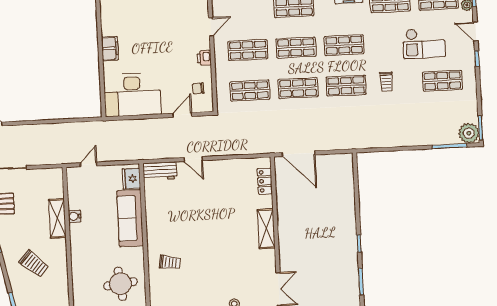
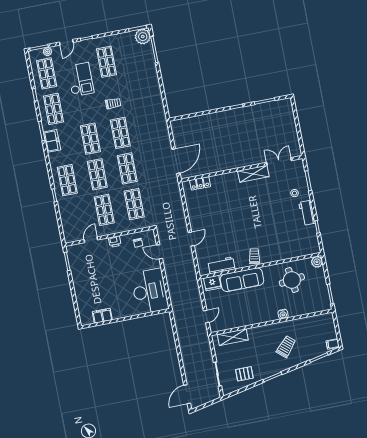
door: (211, 27) -> (91, 240), hinge flipped
filing cabinet: (110, 48) -> (102, 316), moved
door: (88, 164) -> (206, 316), swing flipped
workbench: (160, 171) -> (221, 265), moved, turned -90
water cooler: (75, 216) -> (283, 314), moved
shelving: (57, 218) -> (233, 337), moved
shelving: (266, 229) -> (253, 174), moved
trolley: (170, 262) -> (254, 256), moved

